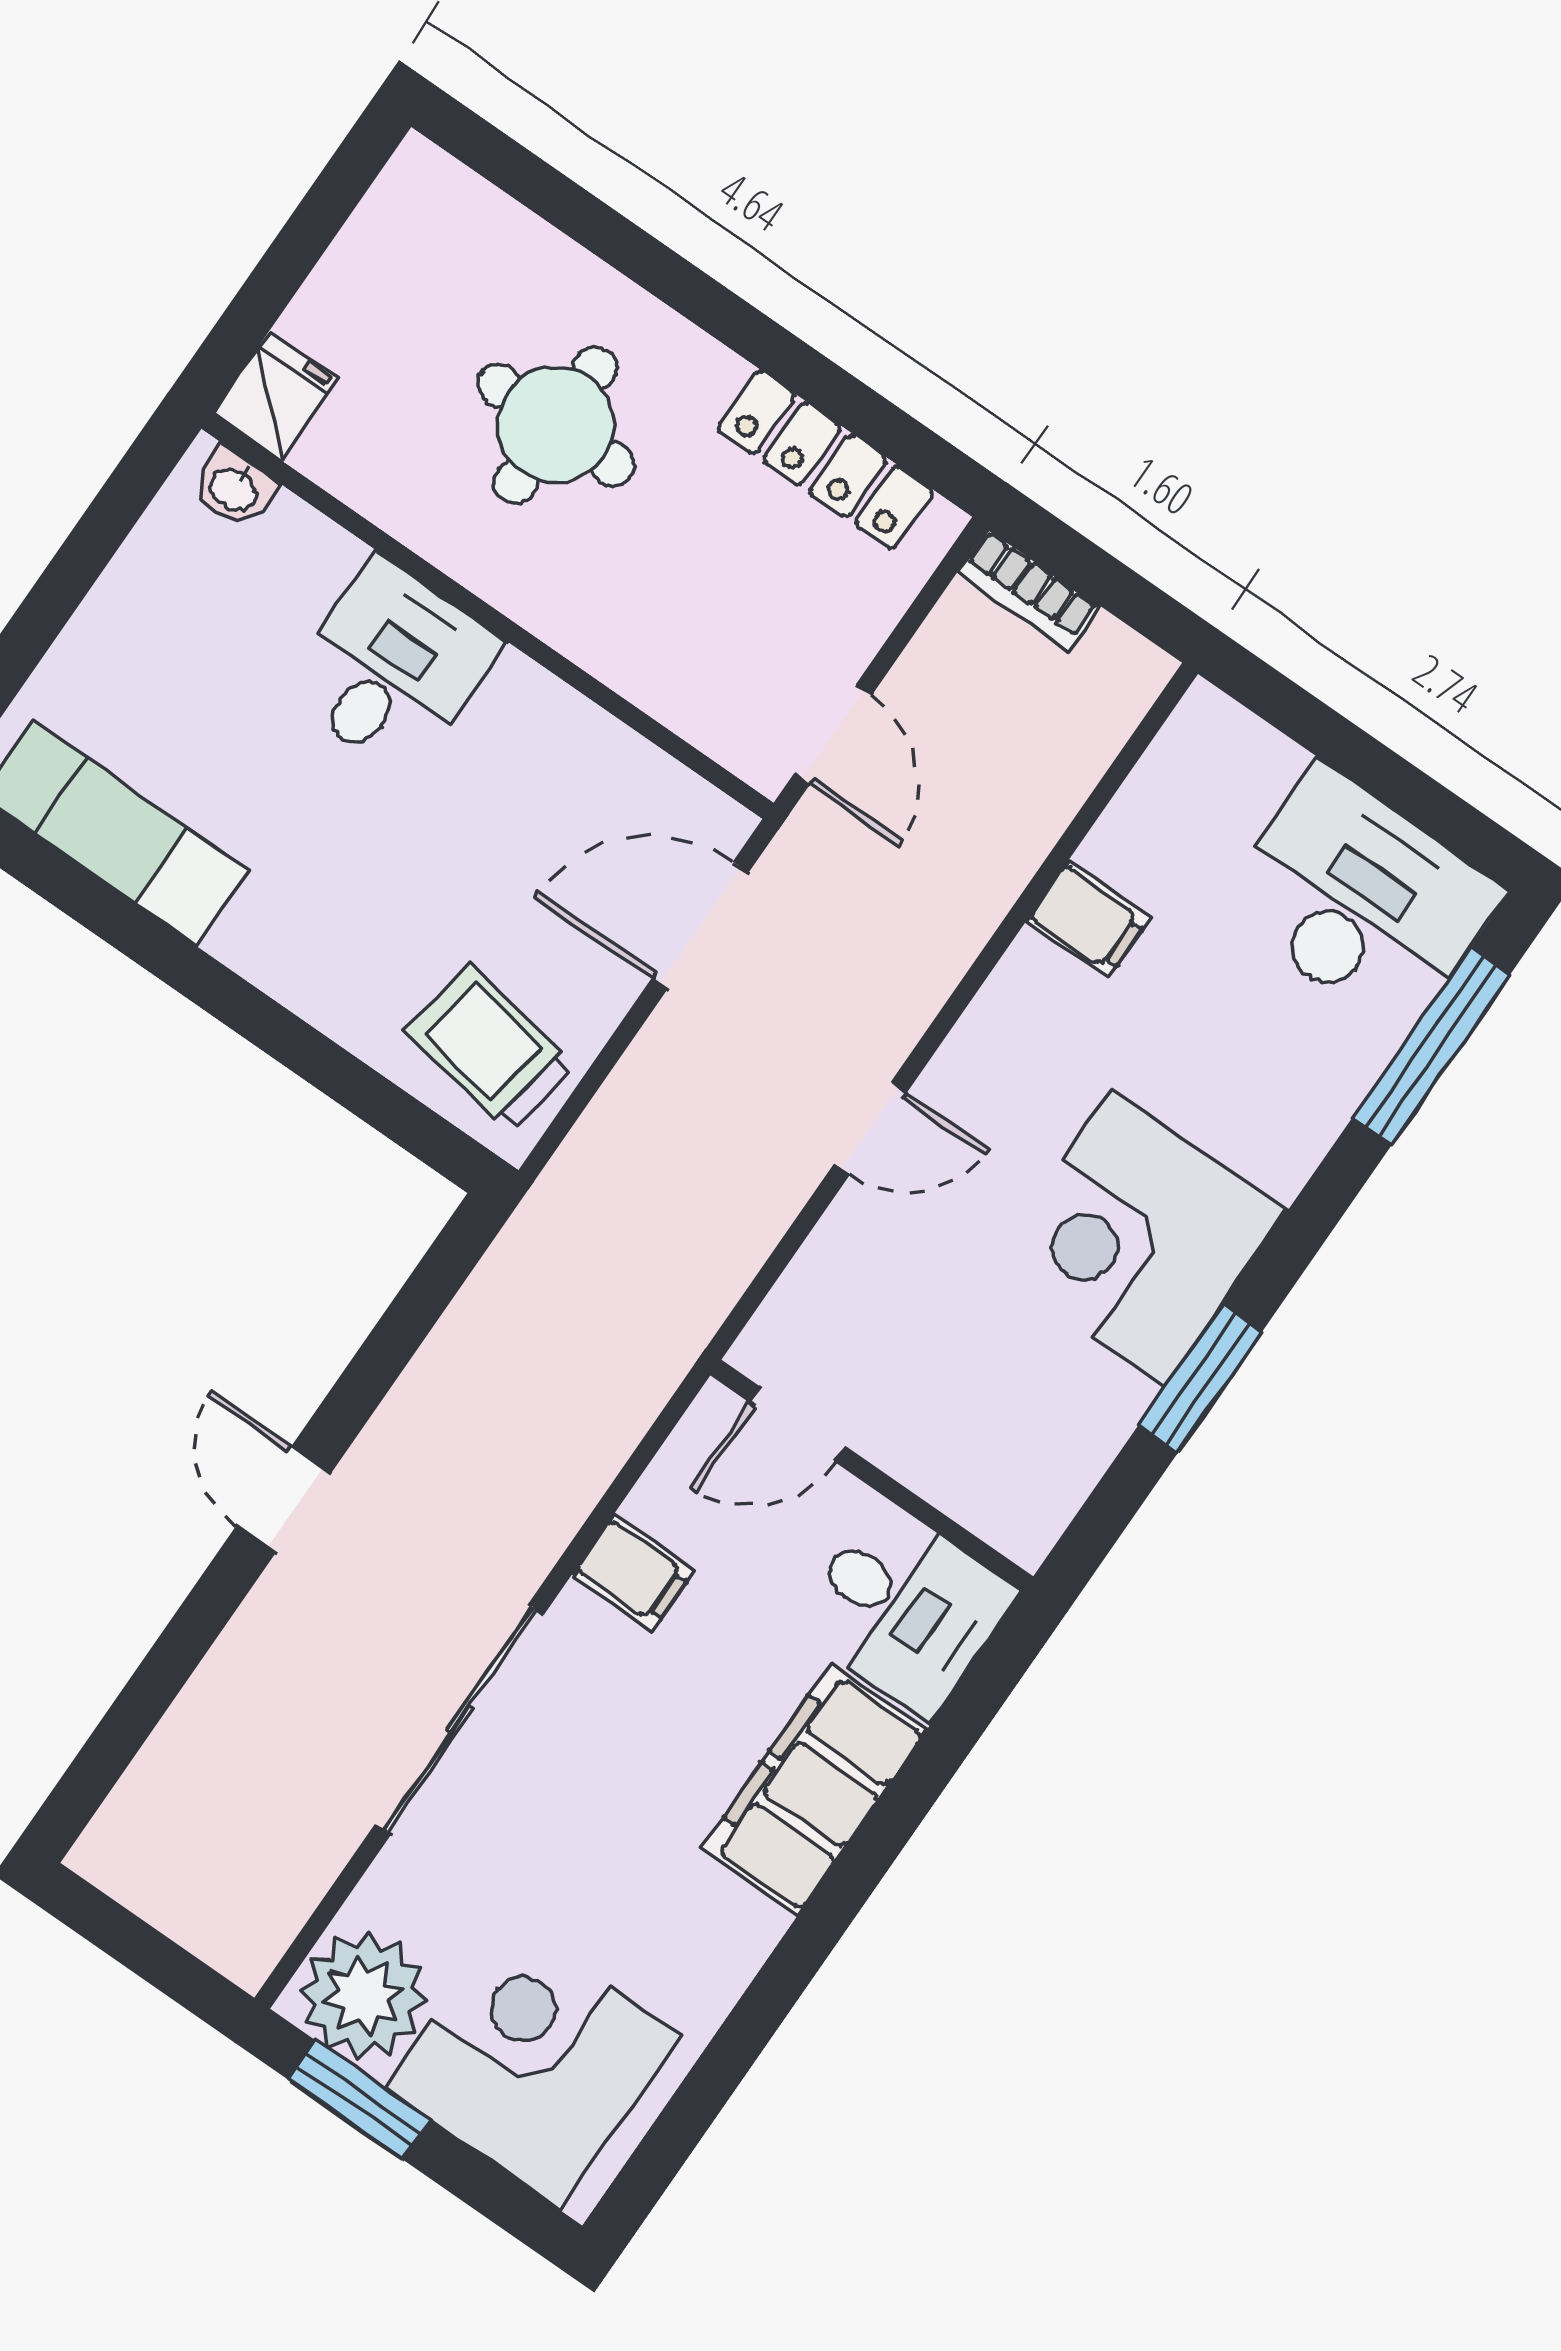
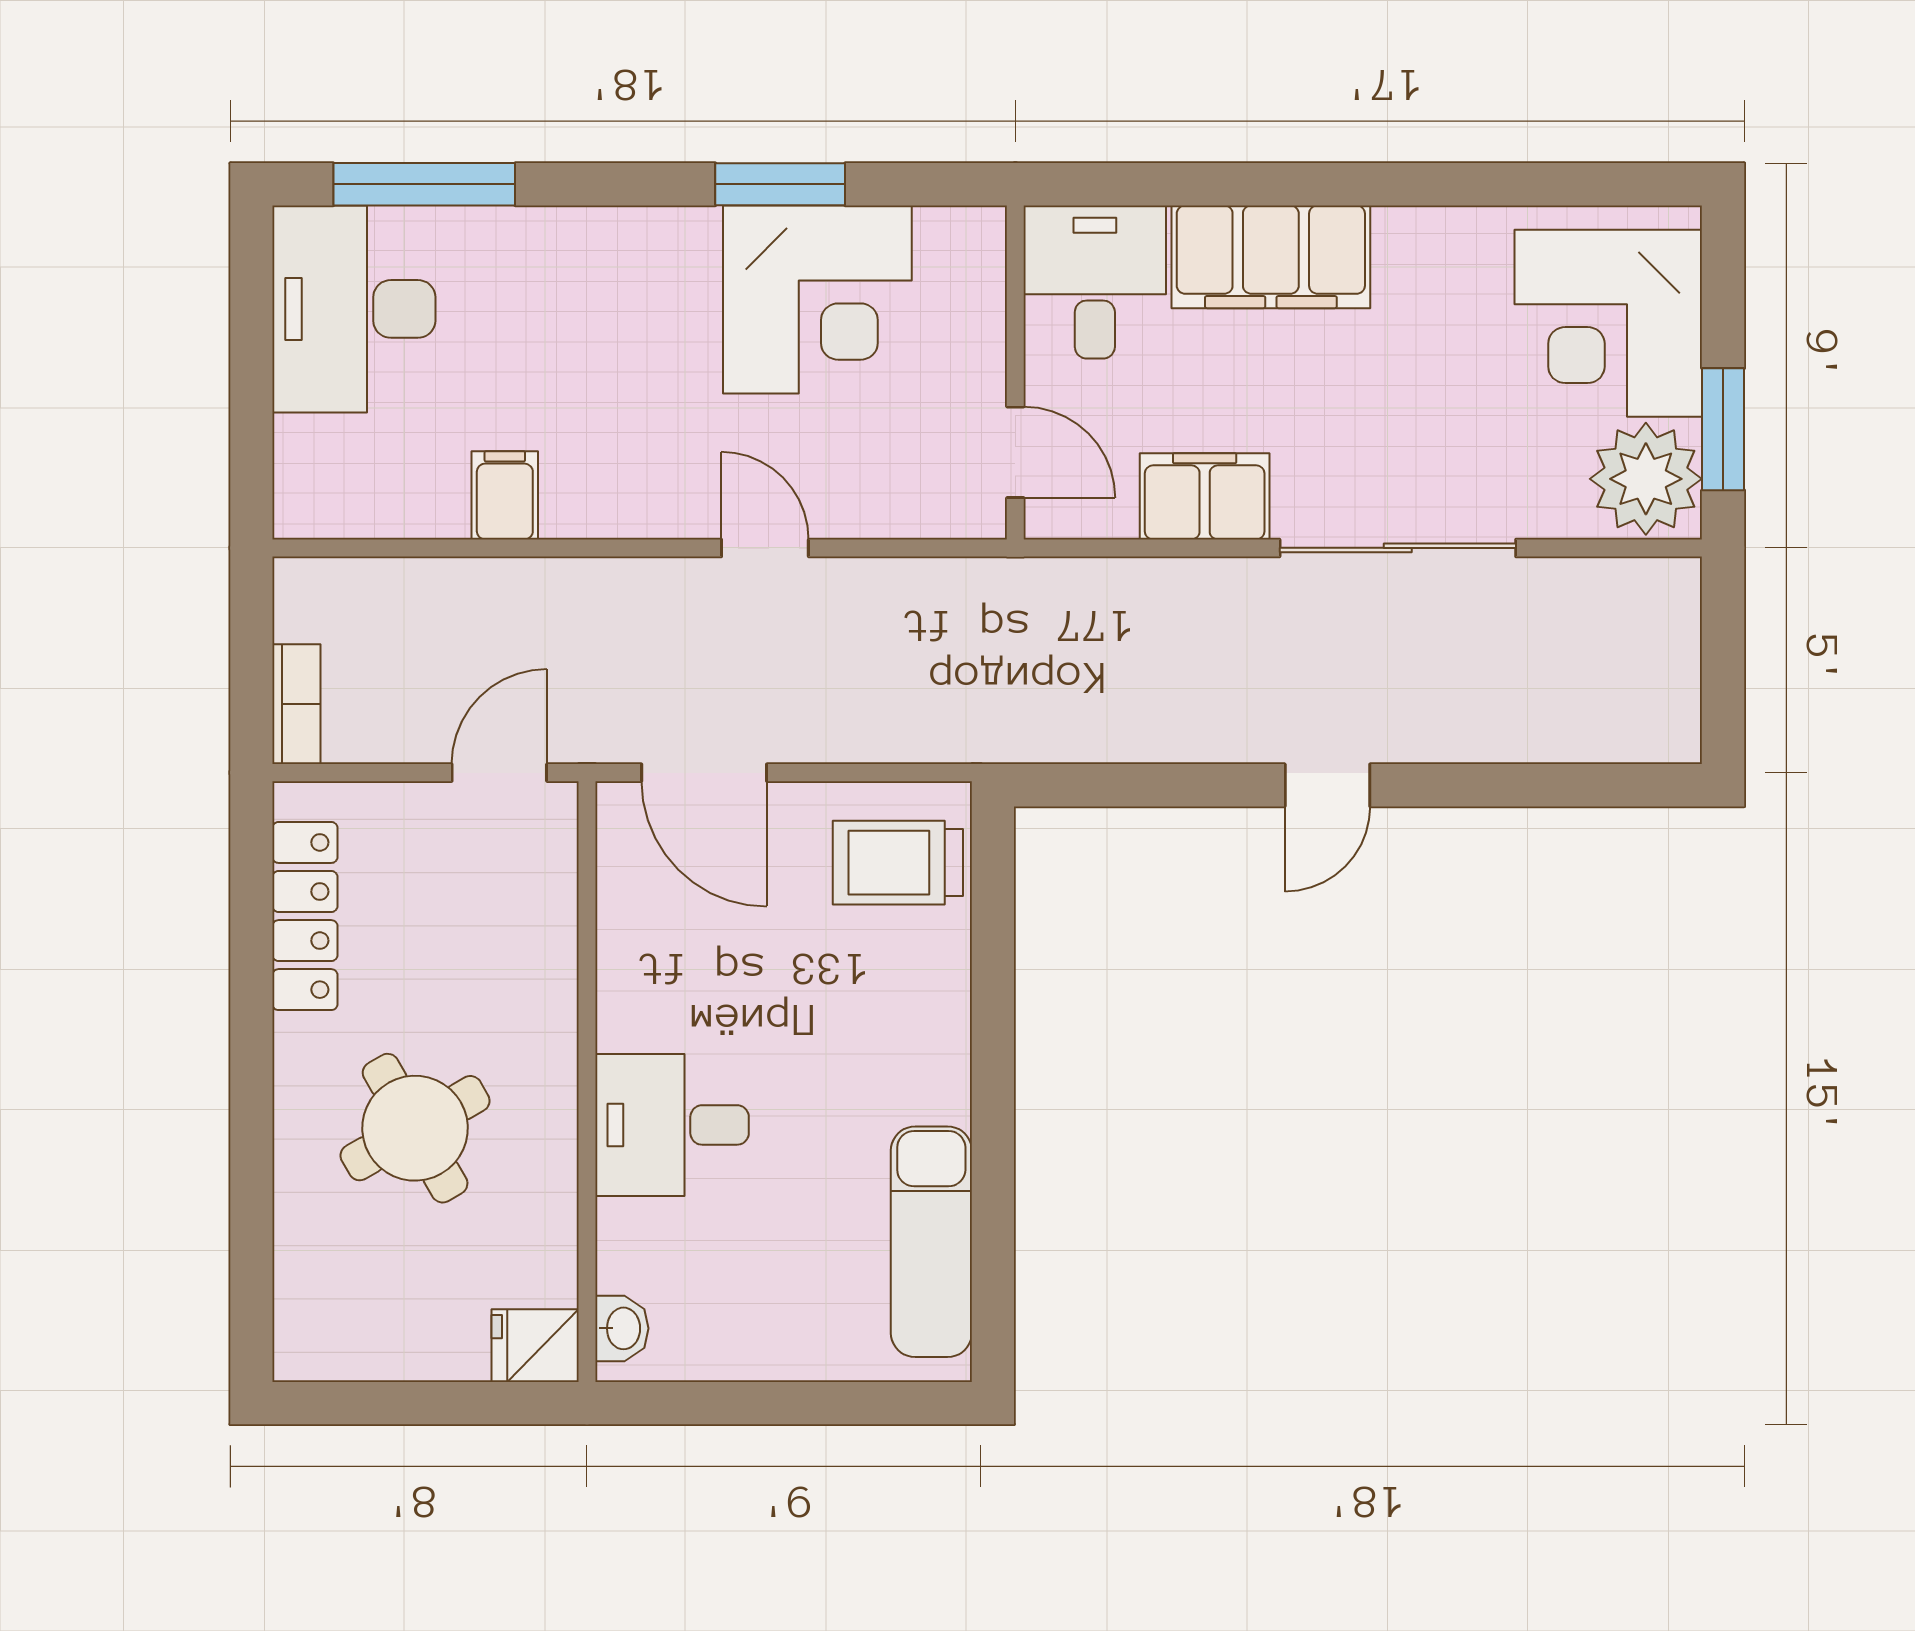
round table: (556, 425) -> (415, 1128), turned -30
trolley: (490, 1048) -> (898, 863), turned 80
corner desk: (1139, 1237) -> (817, 300), moved
filing cabinet: (633, 1572) -> (1205, 496), width x2.00

